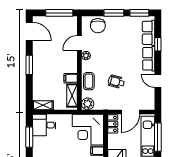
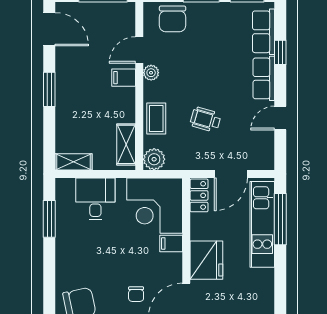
filing cabinet: (71, 78) -> (124, 78), moved
door: (158, 81) -> (280, 118), hinge flipped
desk: (44, 125) -> (95, 199), moved, turned 90

